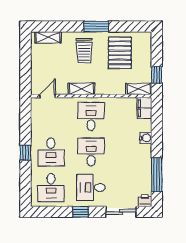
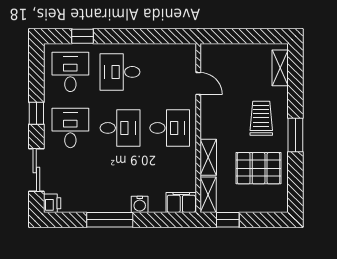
trolley: (84, 51) -> (261, 118), turned 90
shelving: (81, 89) -> (208, 157), moved
door: (48, 96) -> (198, 84), moved
window: (25, 153) -> (83, 36), moved
window: (157, 175) -> (110, 220), moved
desk: (51, 188) -> (70, 72), turned 90

